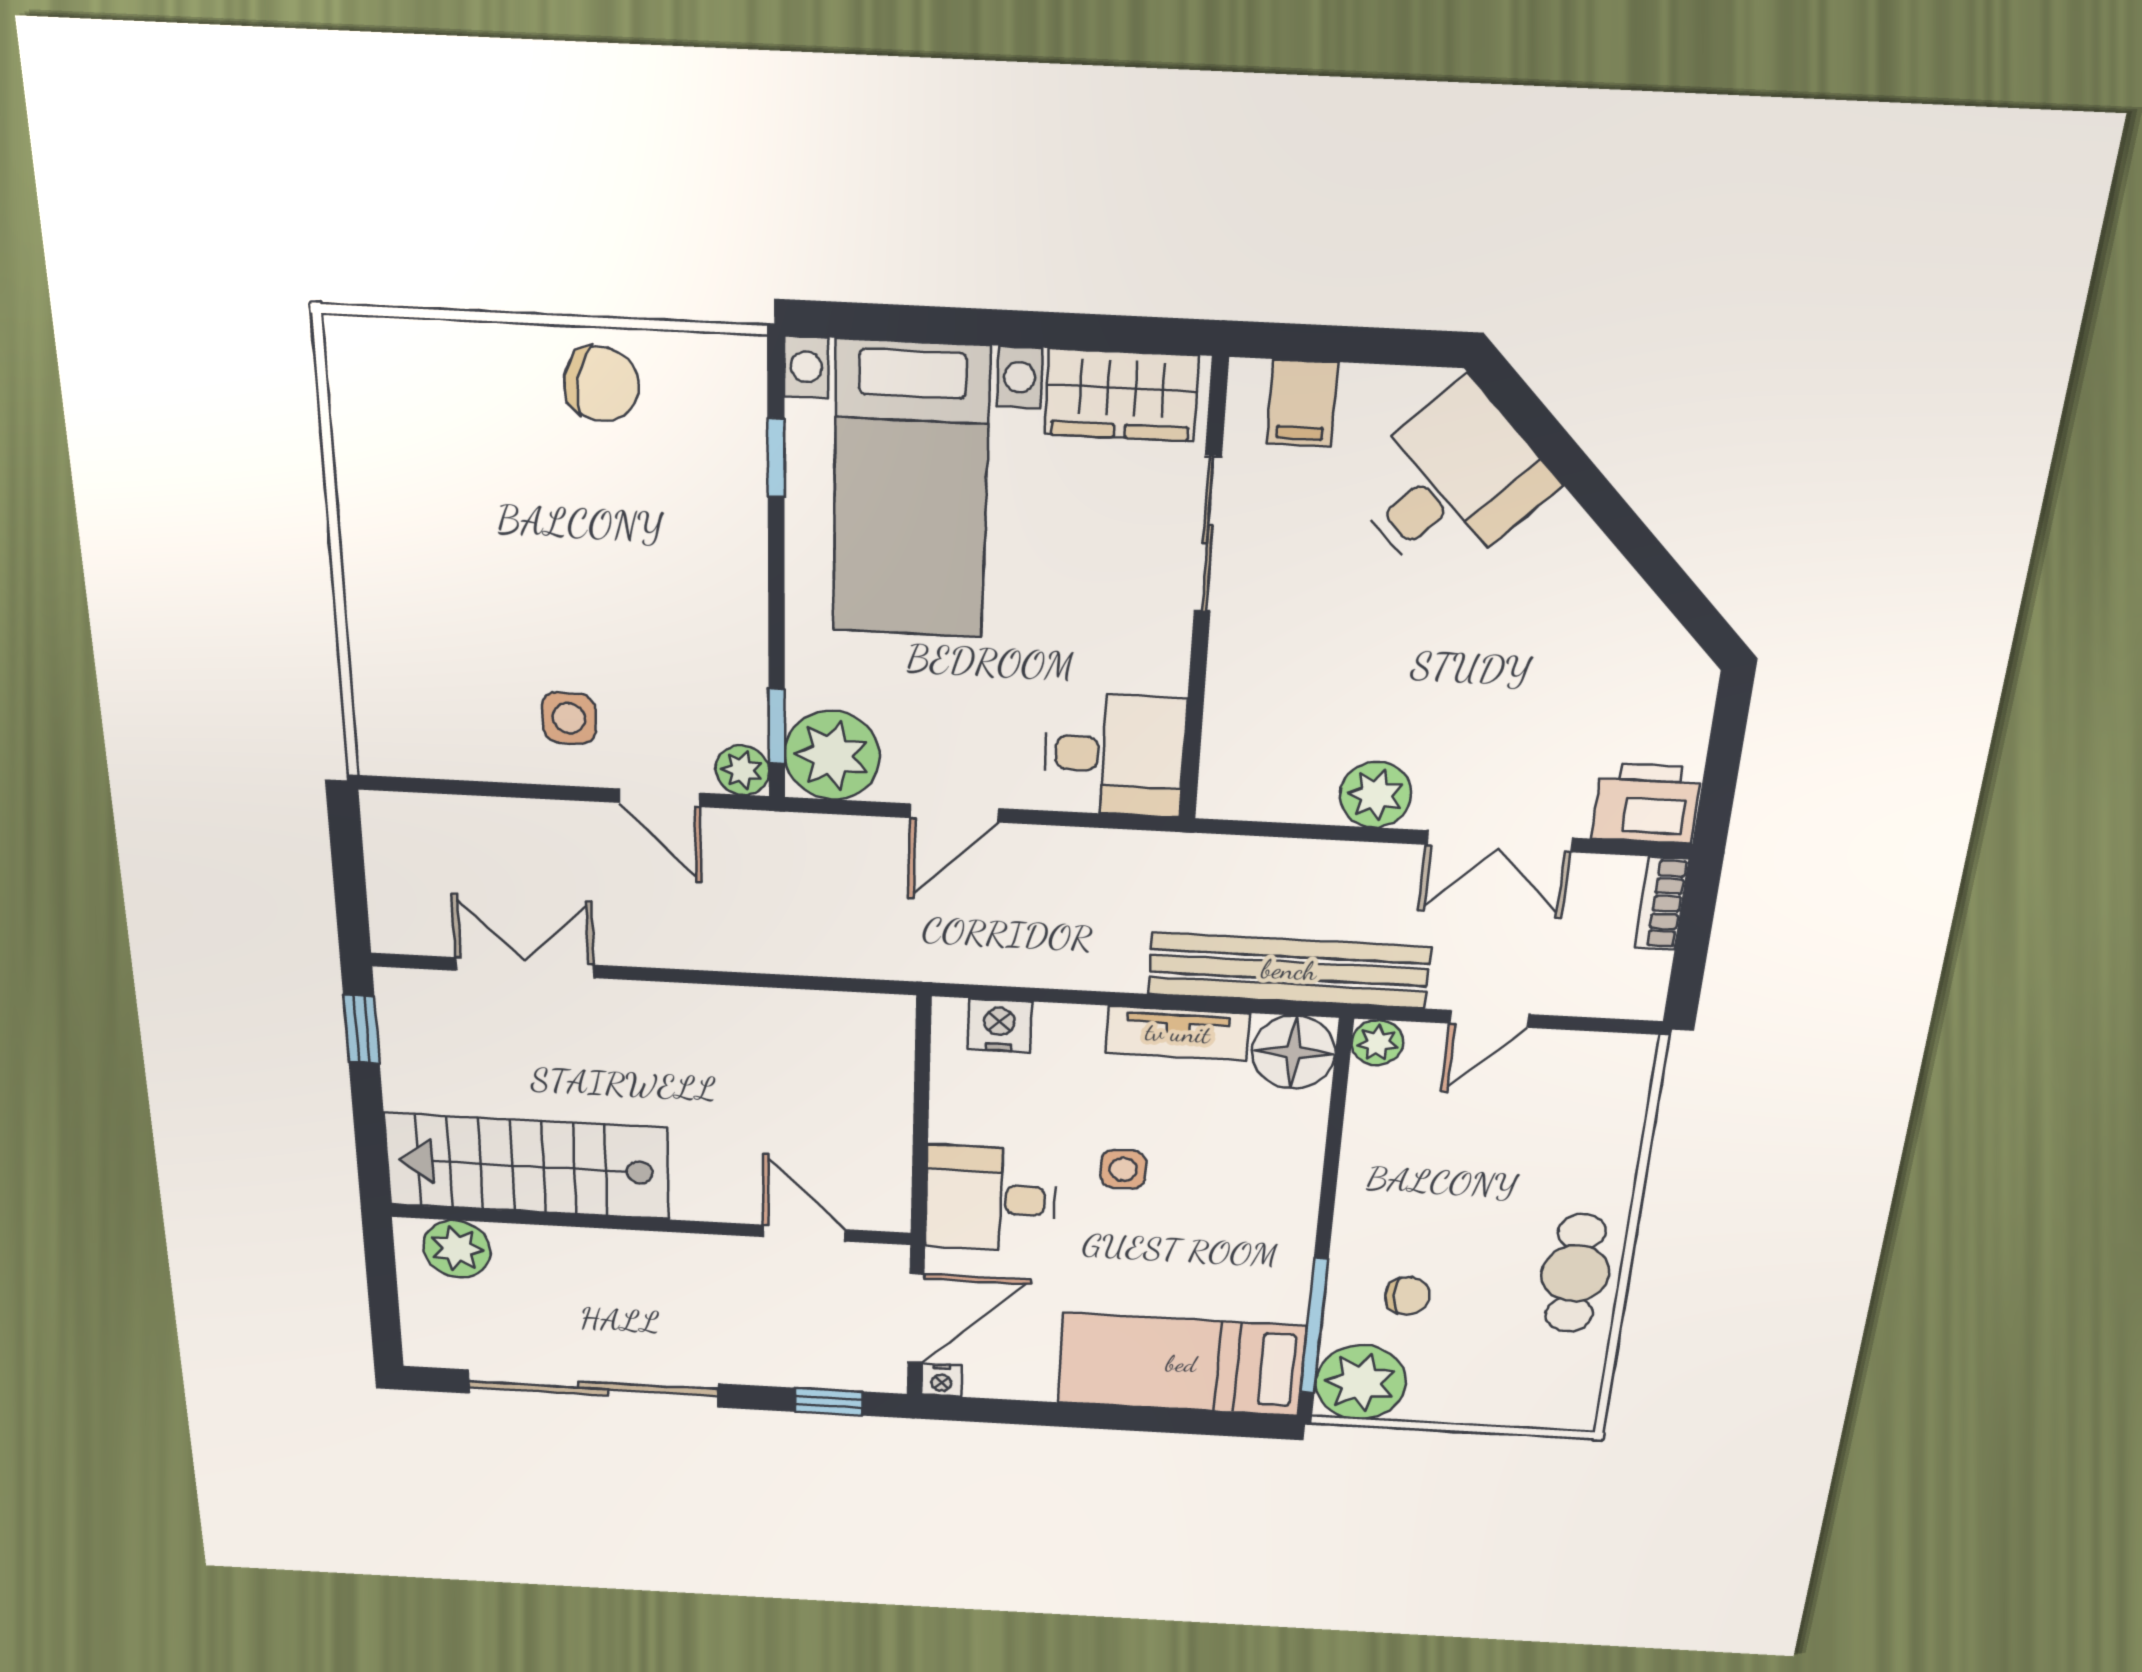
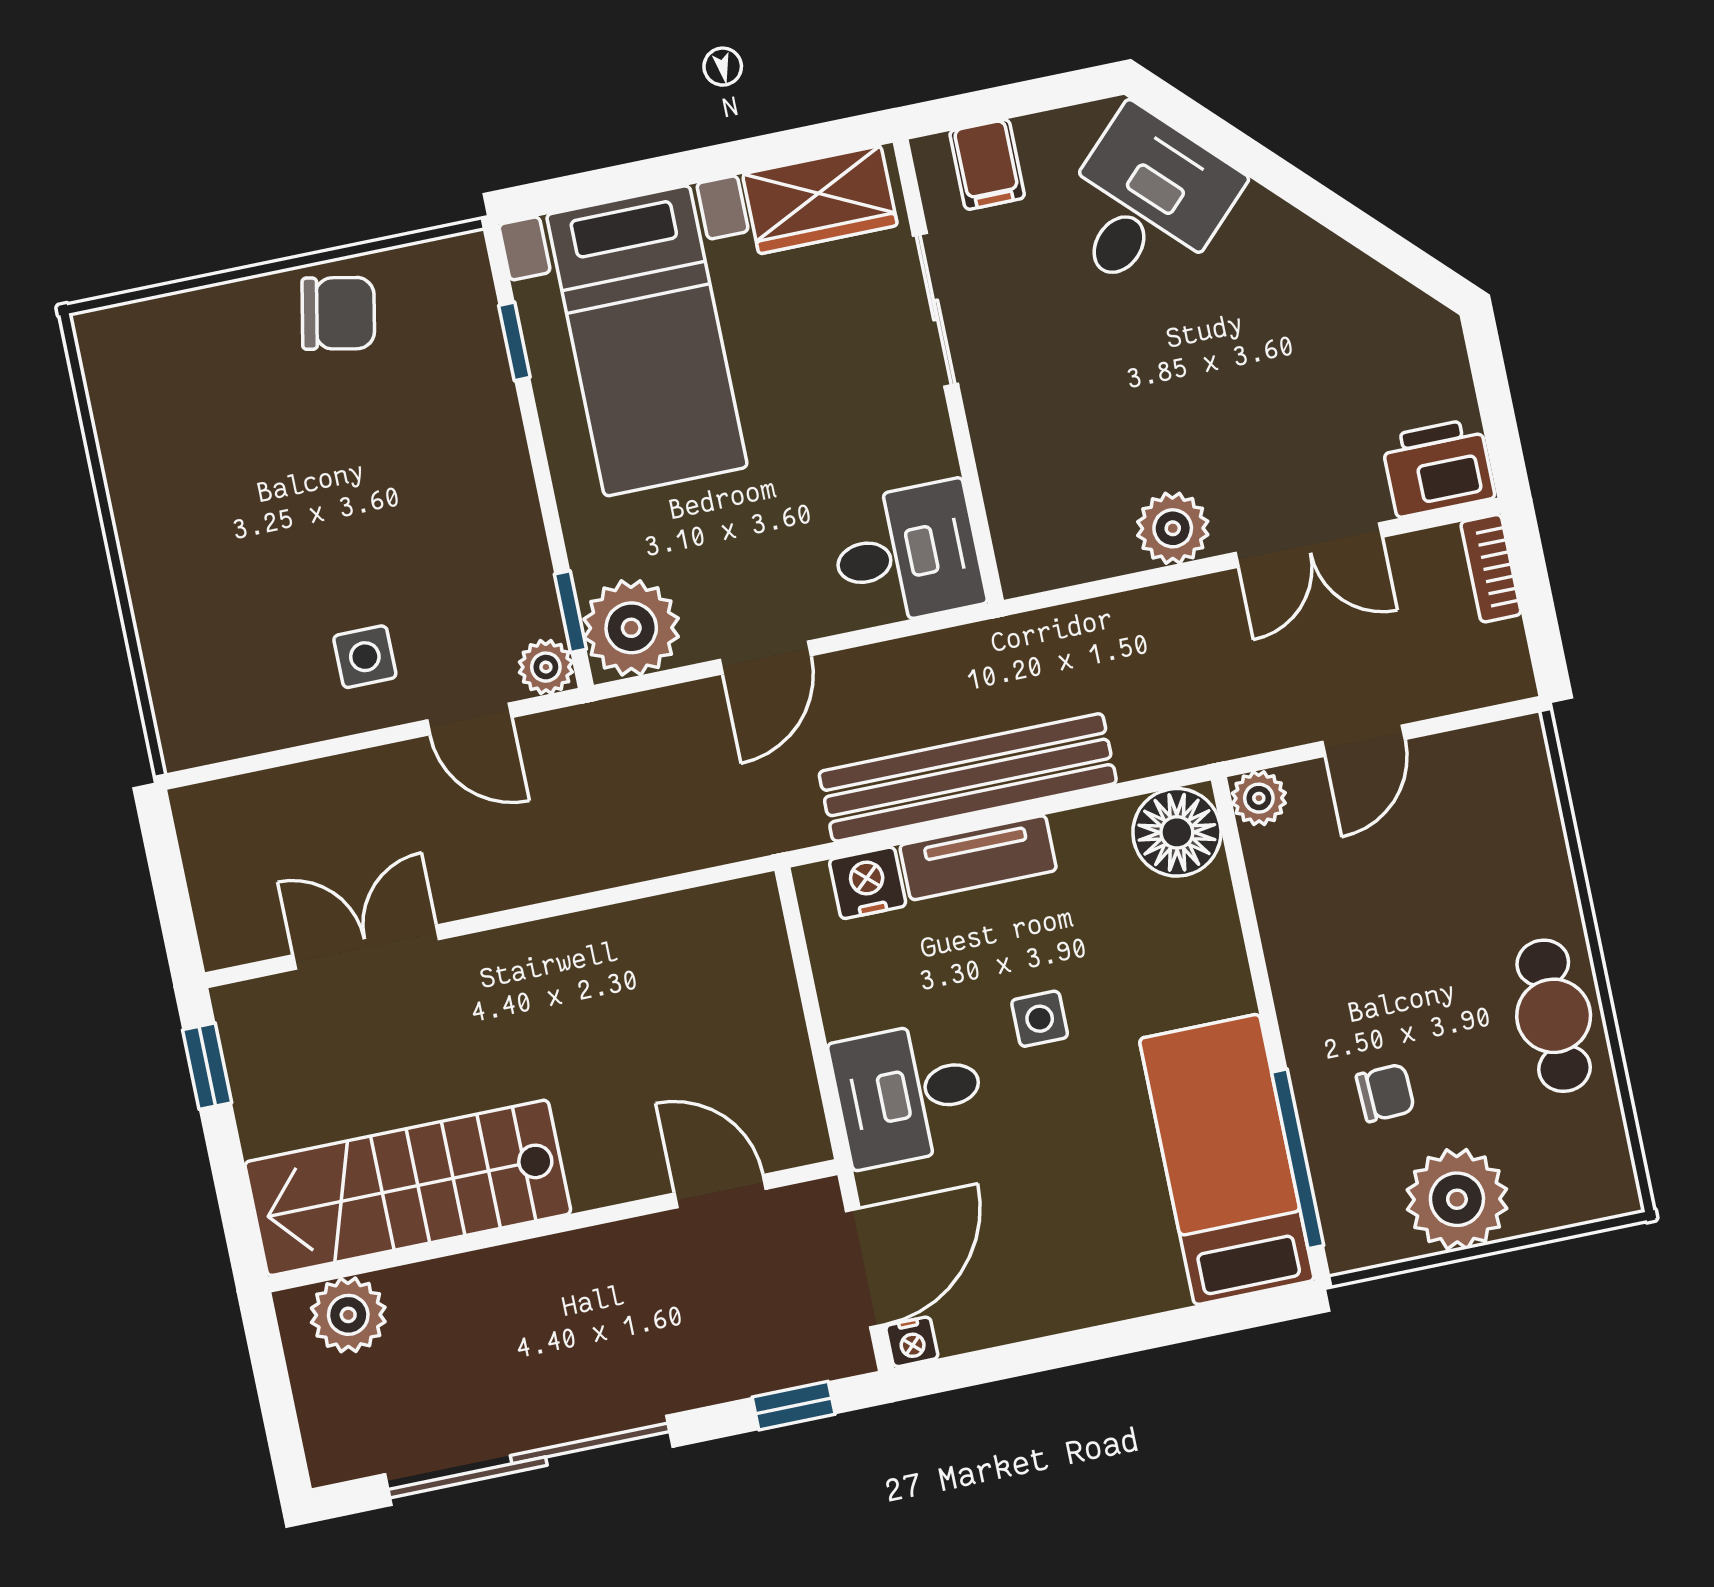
bench: (1289, 970) -> (968, 777), moved
tv unit: (1178, 1033) -> (978, 858), moved
bed: (1181, 1364) -> (1227, 1159), moved, turned 90
plant: (1361, 1382) -> (1457, 1199), moved

